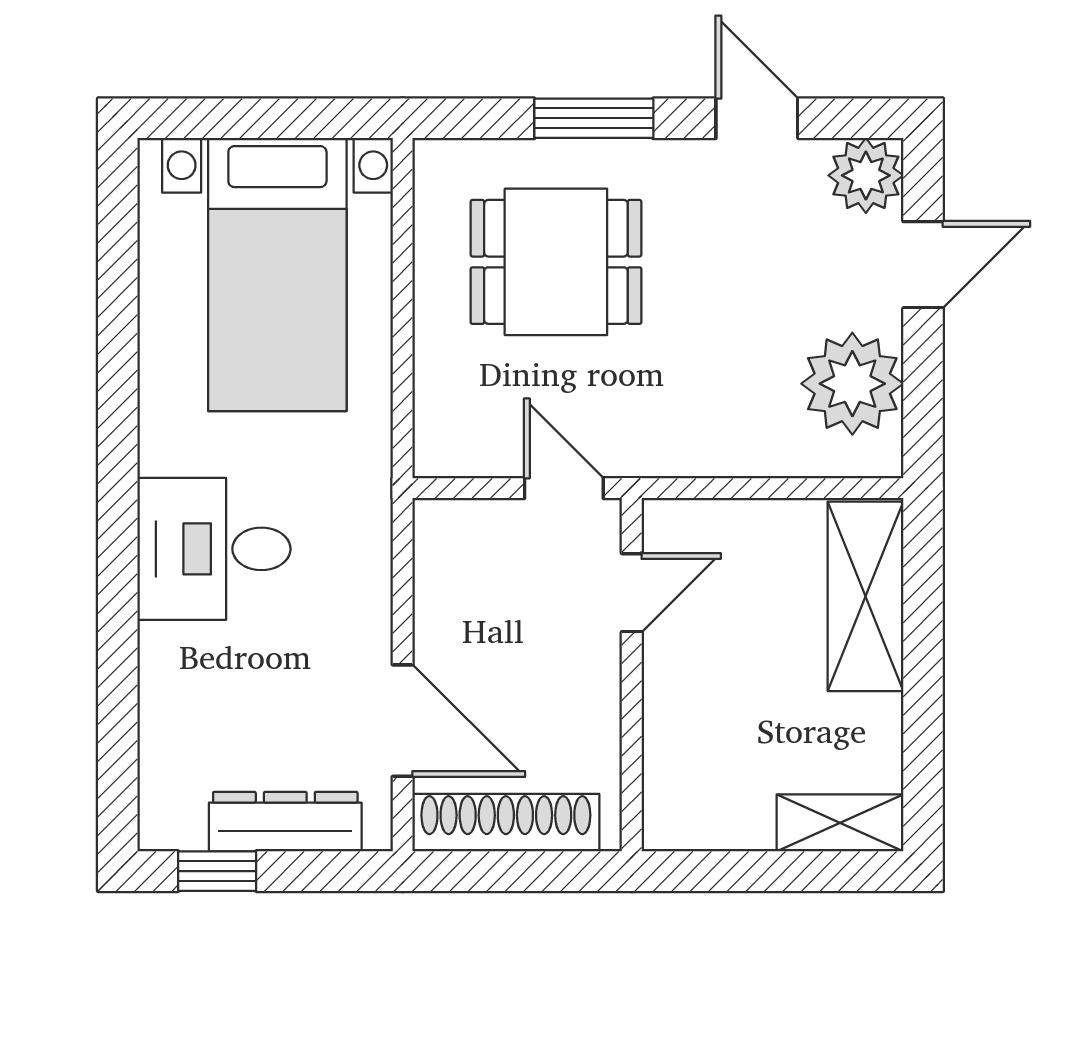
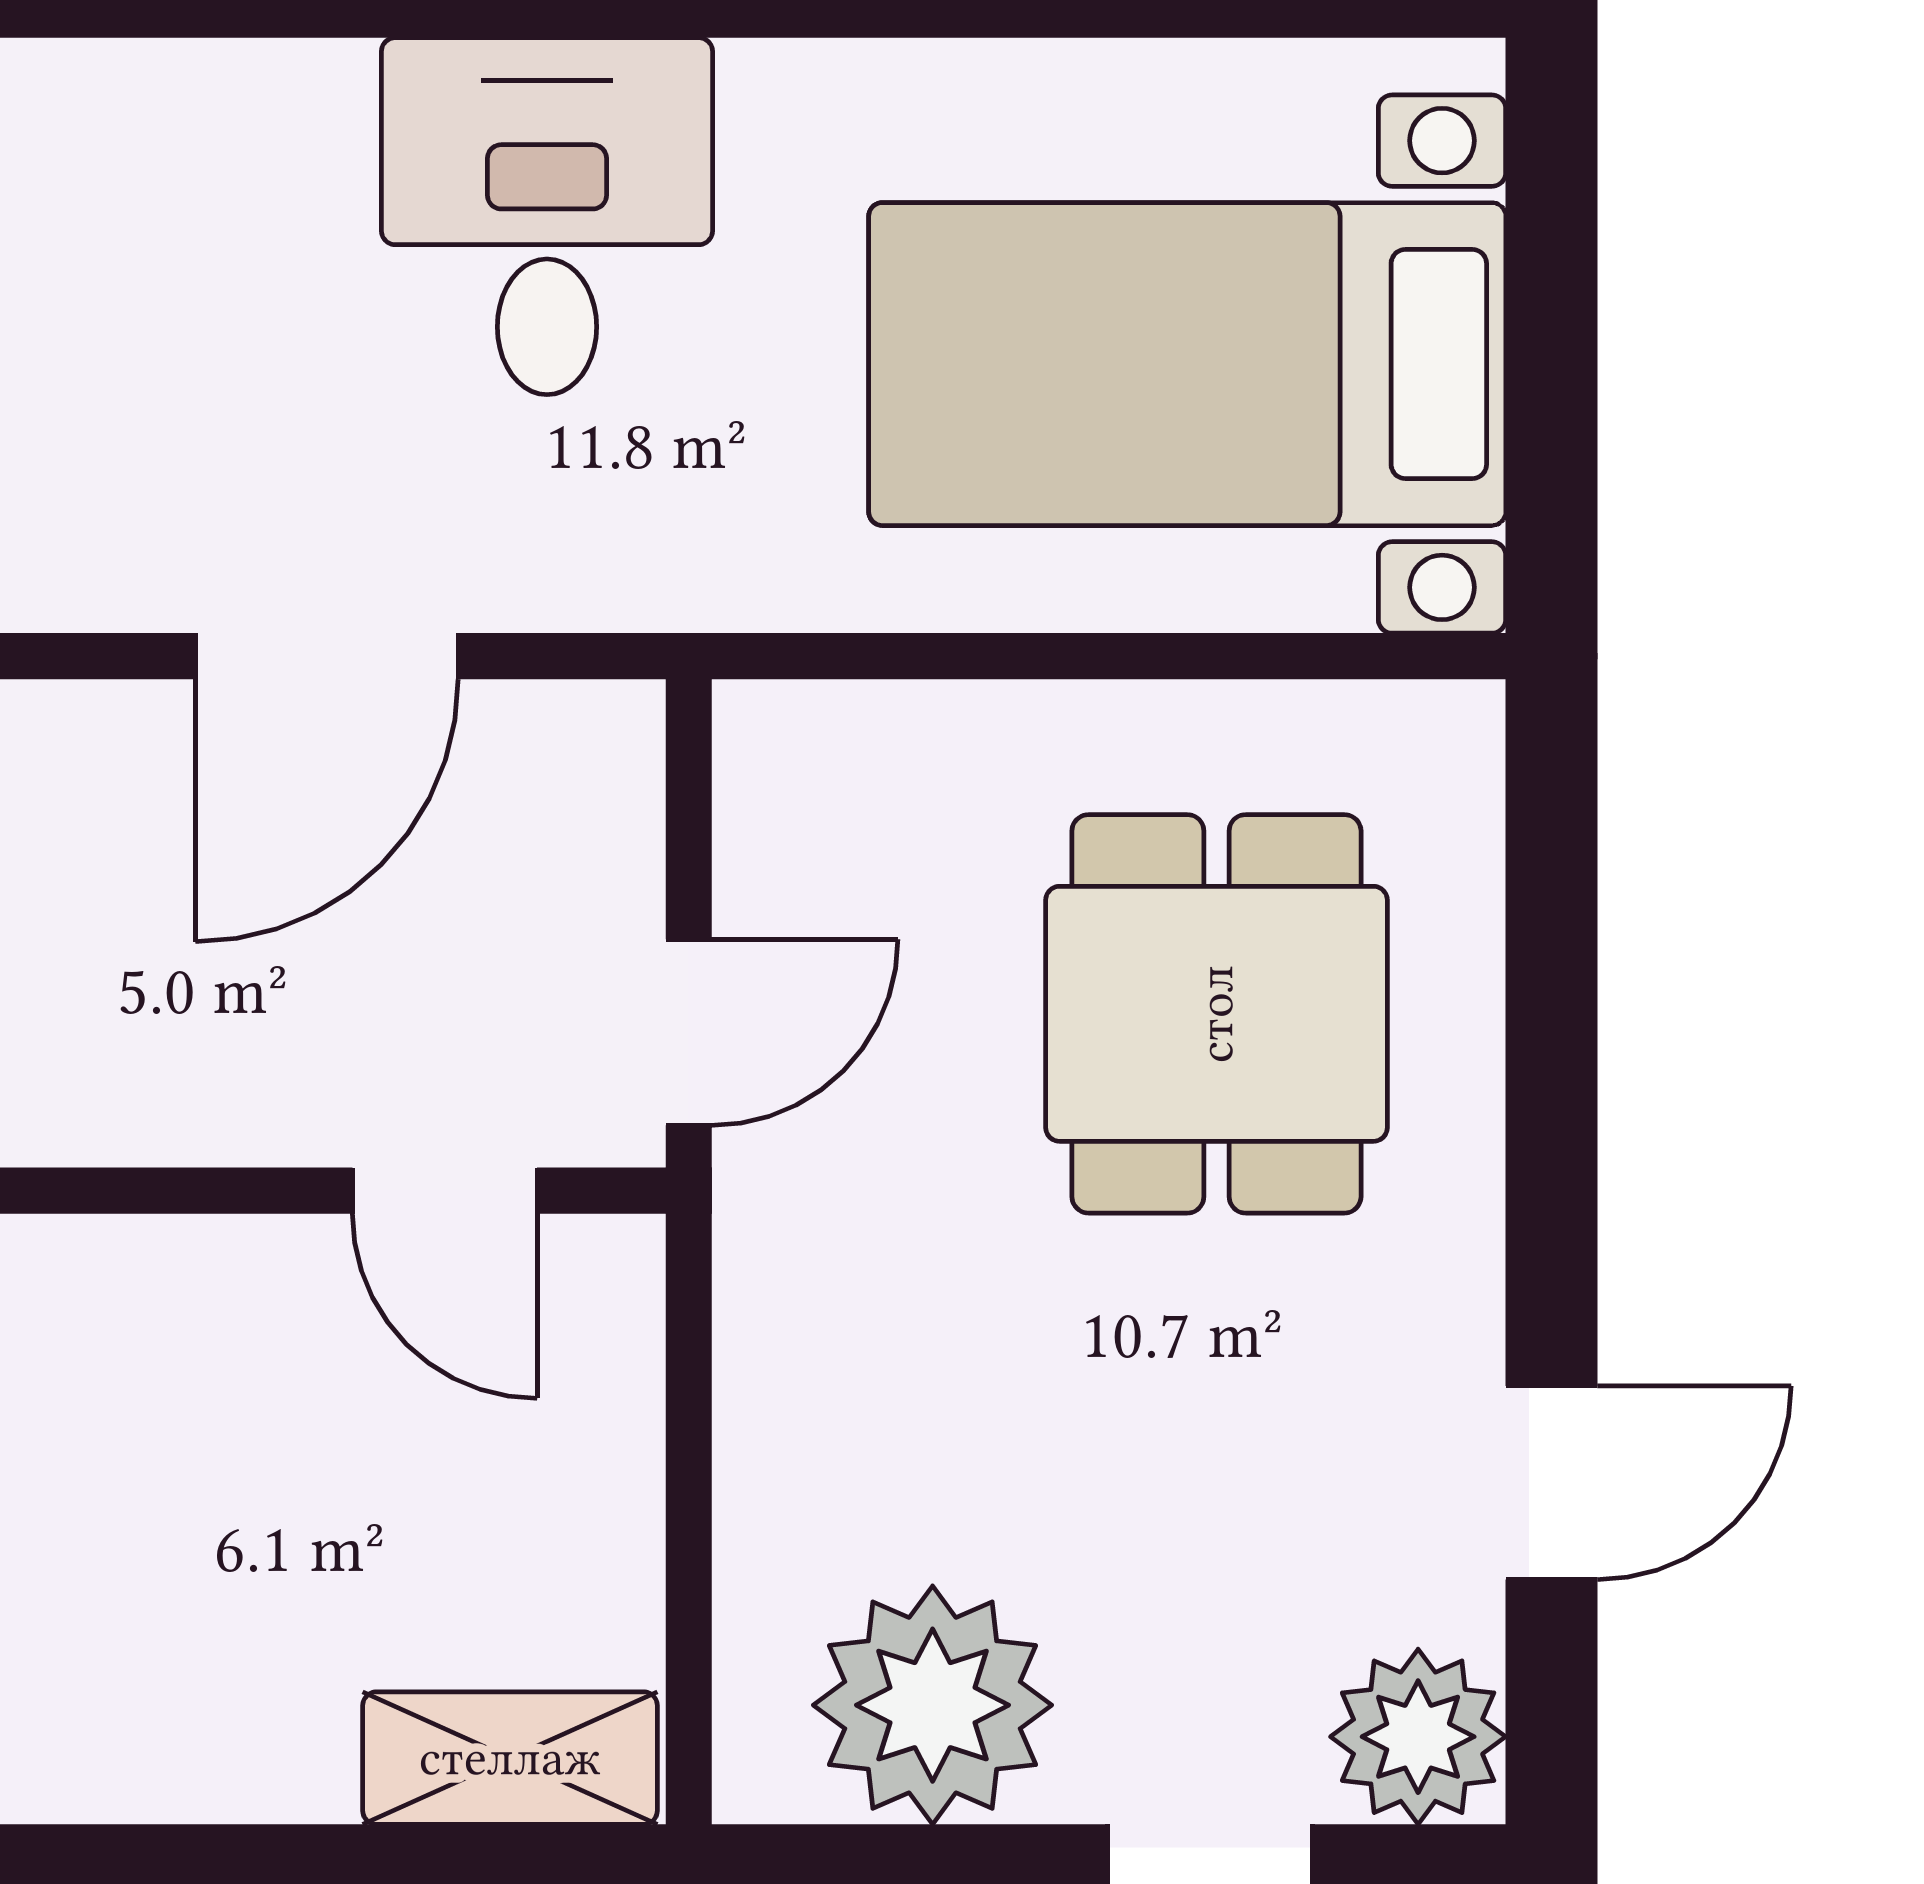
window: (594, 118) -> (1552, 1102), removed
shelving: (866, 596) -> (510, 1758), width x0.67, depth x0.75
door: (403, 721) -> (327, 656), moved

